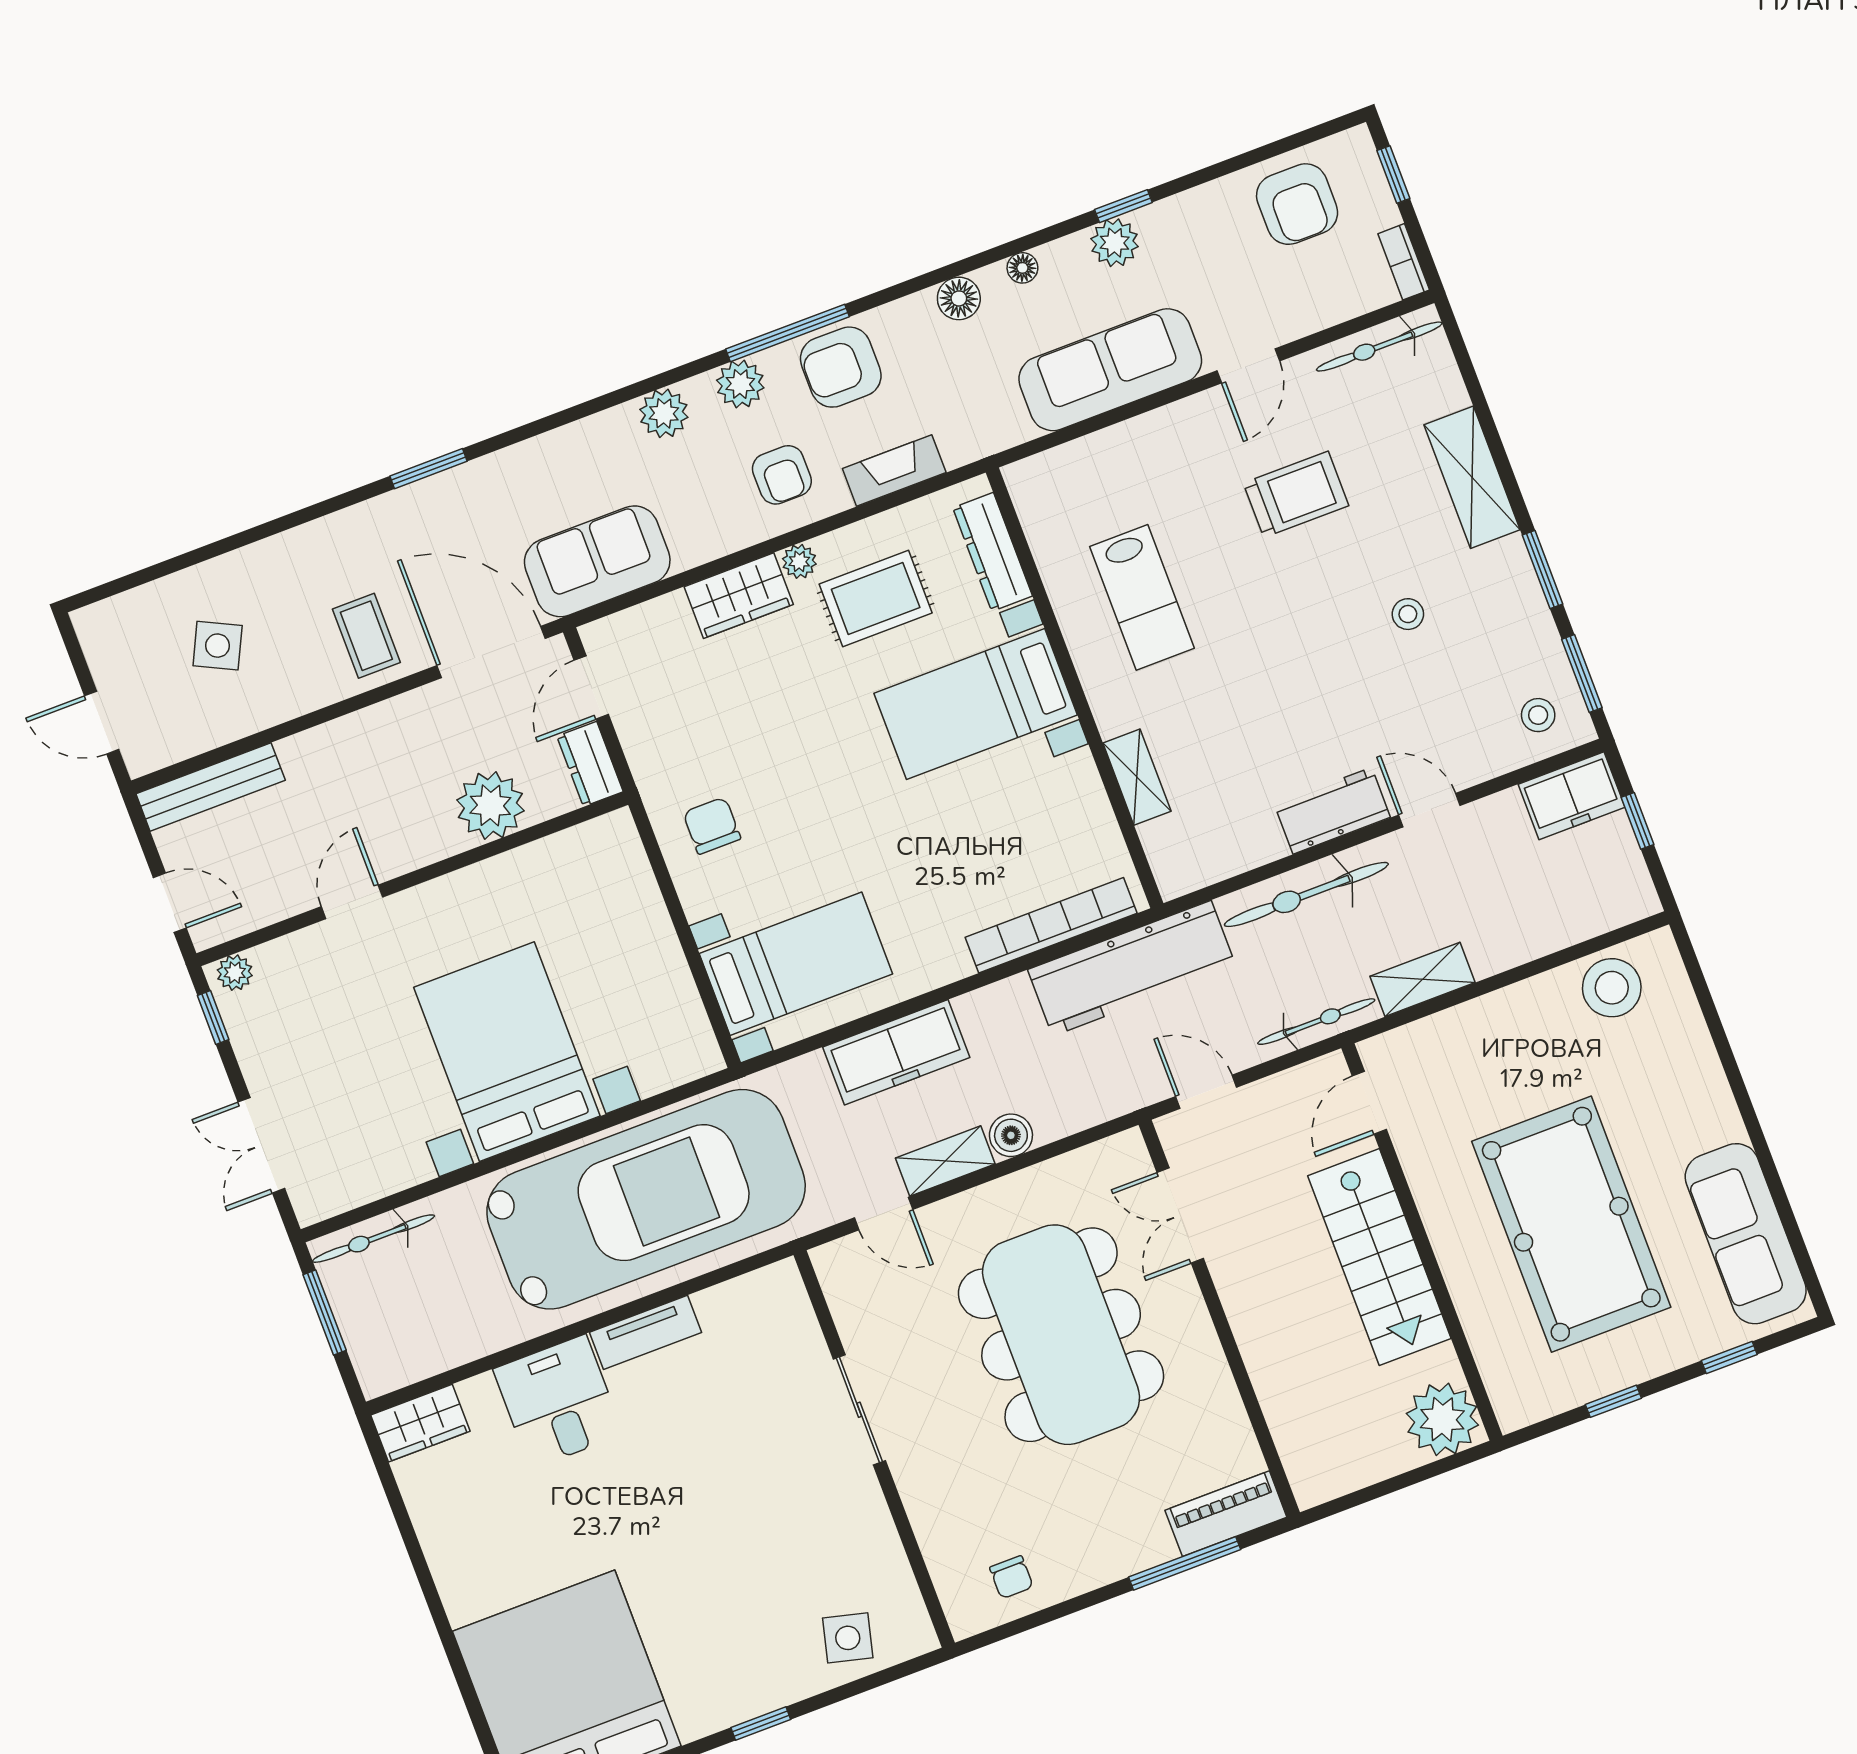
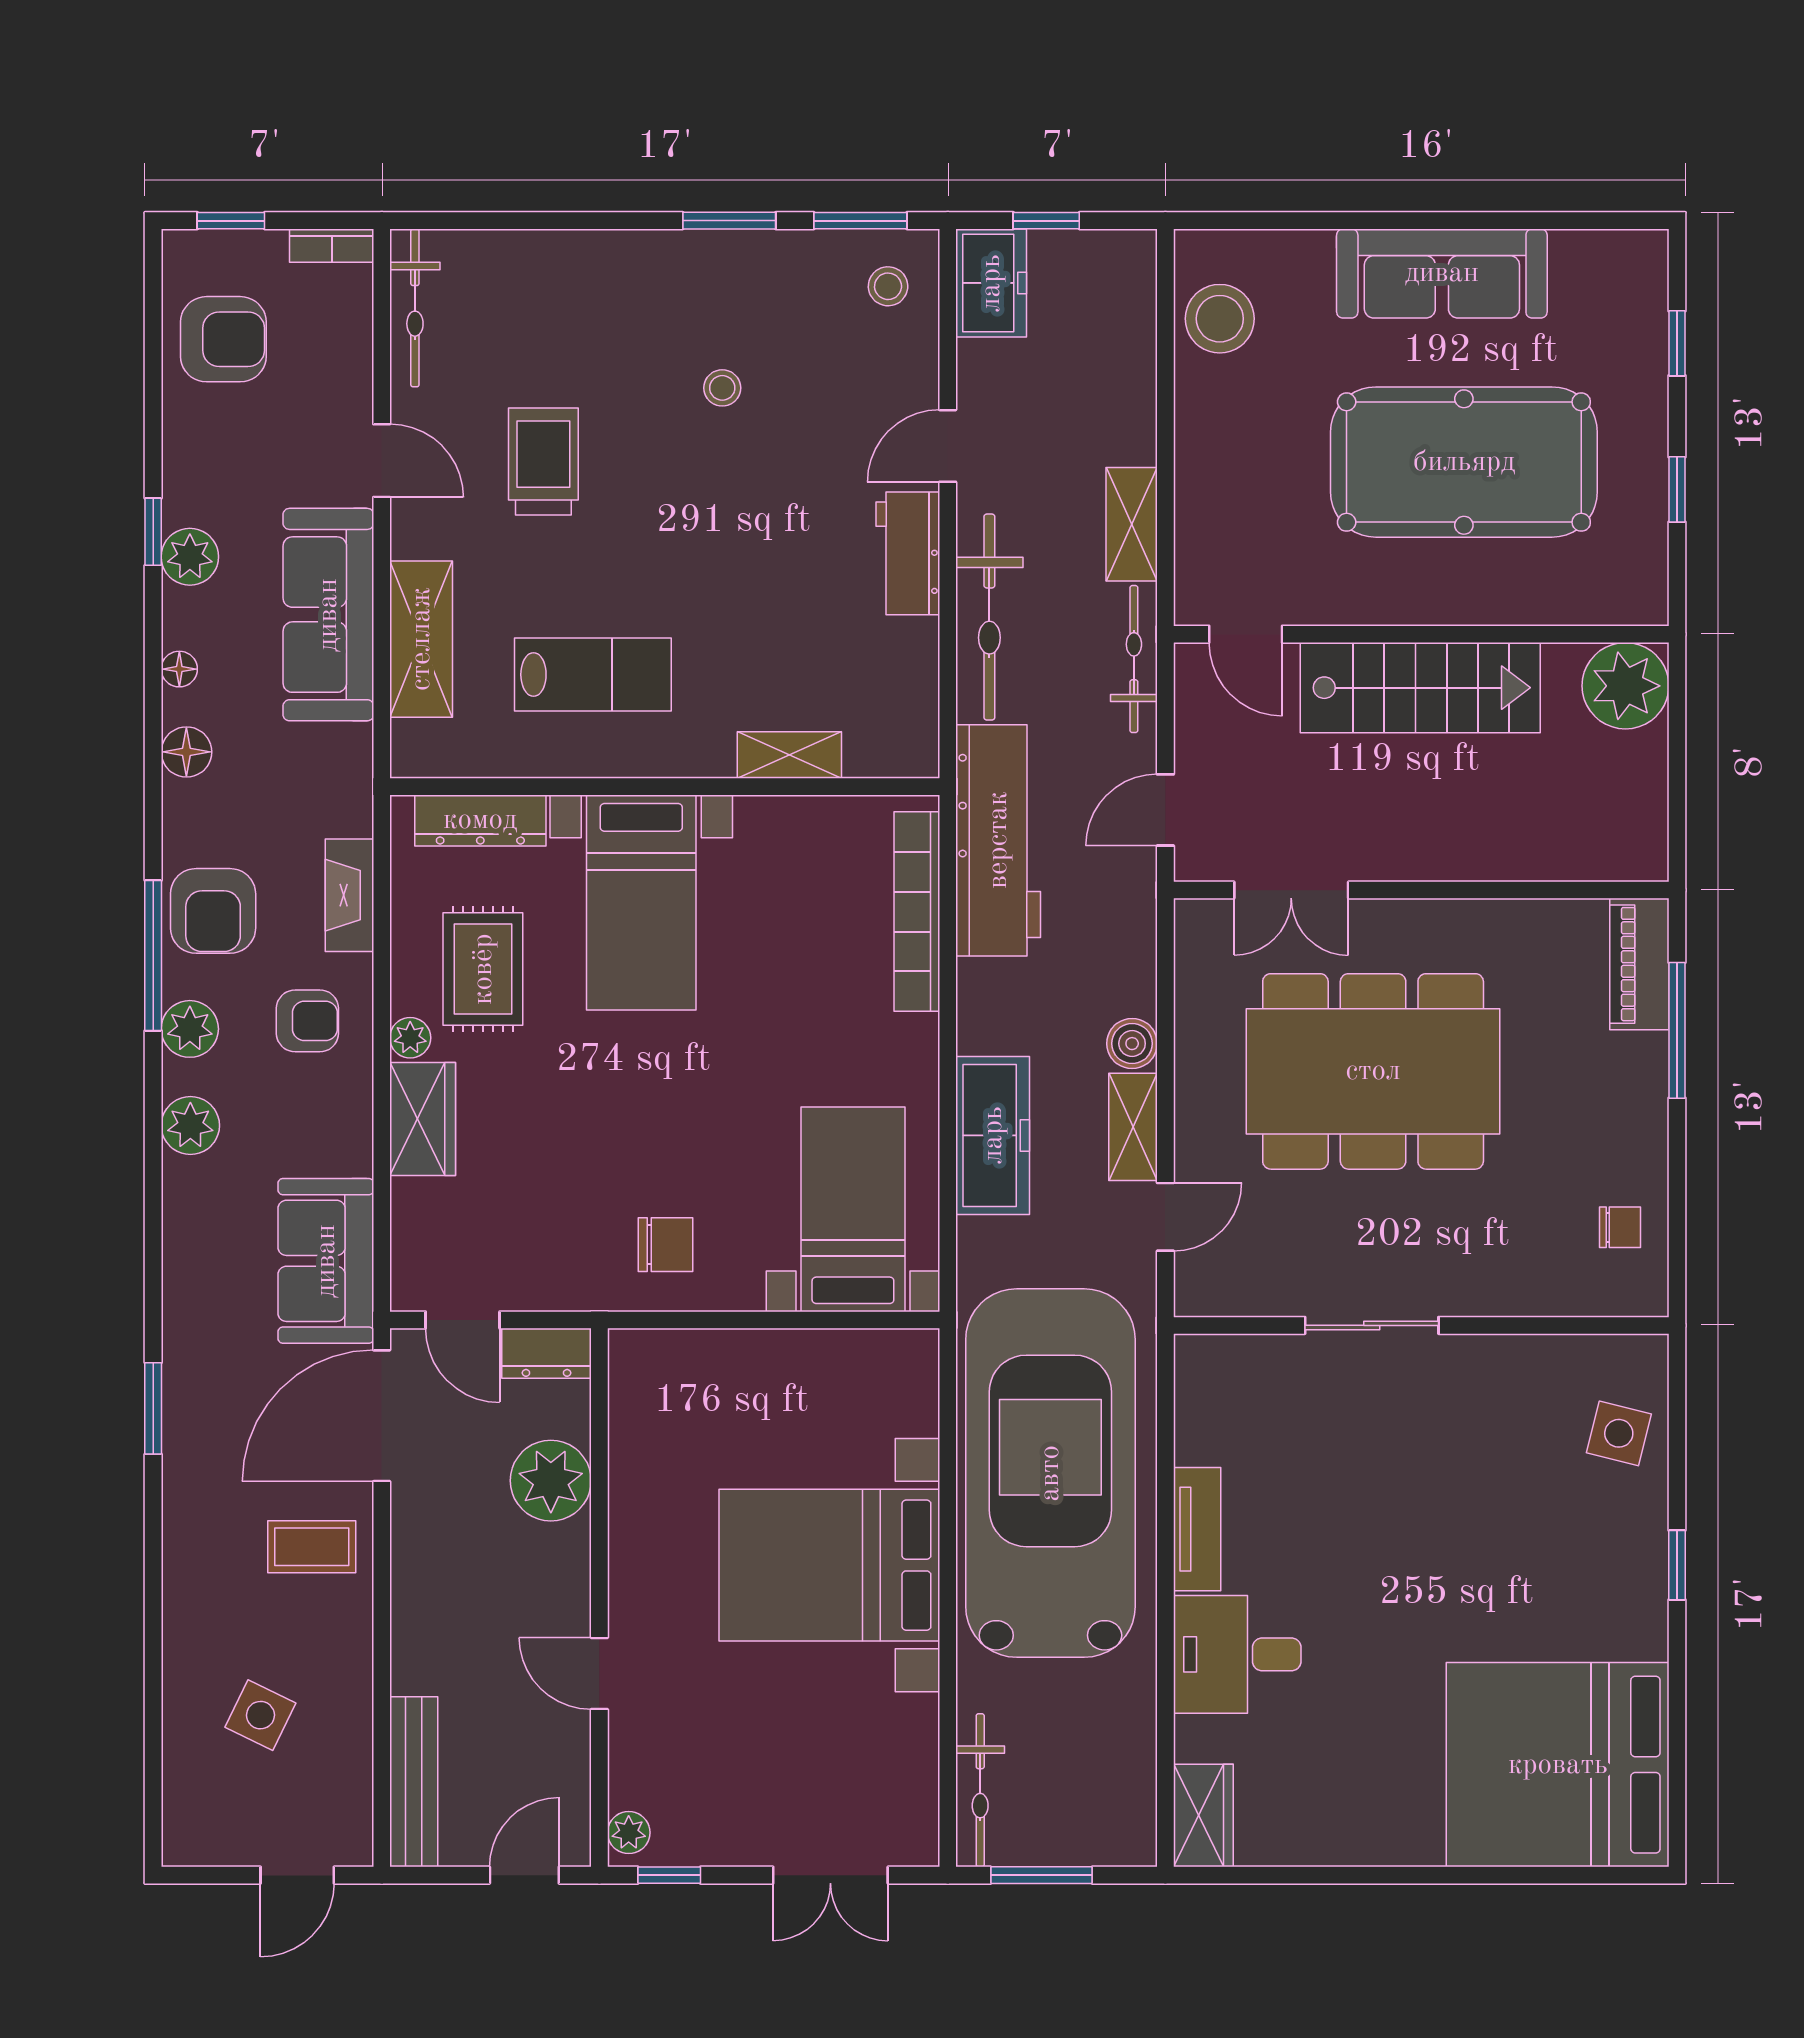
shelving: (1472, 477) -> (421, 639), moved, turned 90
chair: (712, 826) -> (665, 1245), turned 180
sofa: (1746, 1234) -> (1442, 273), moved

